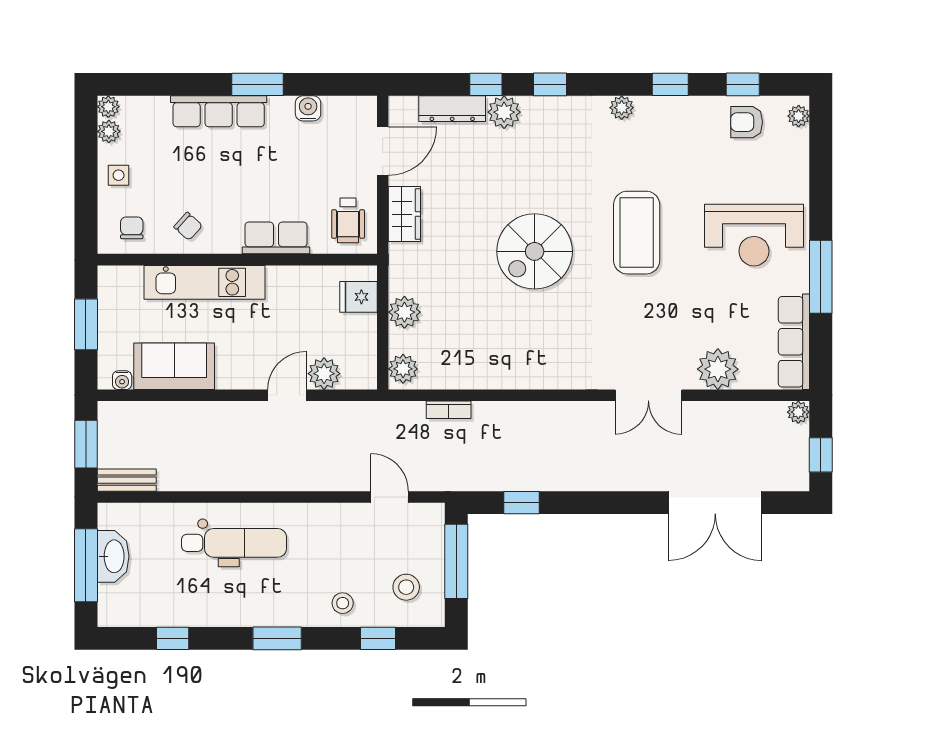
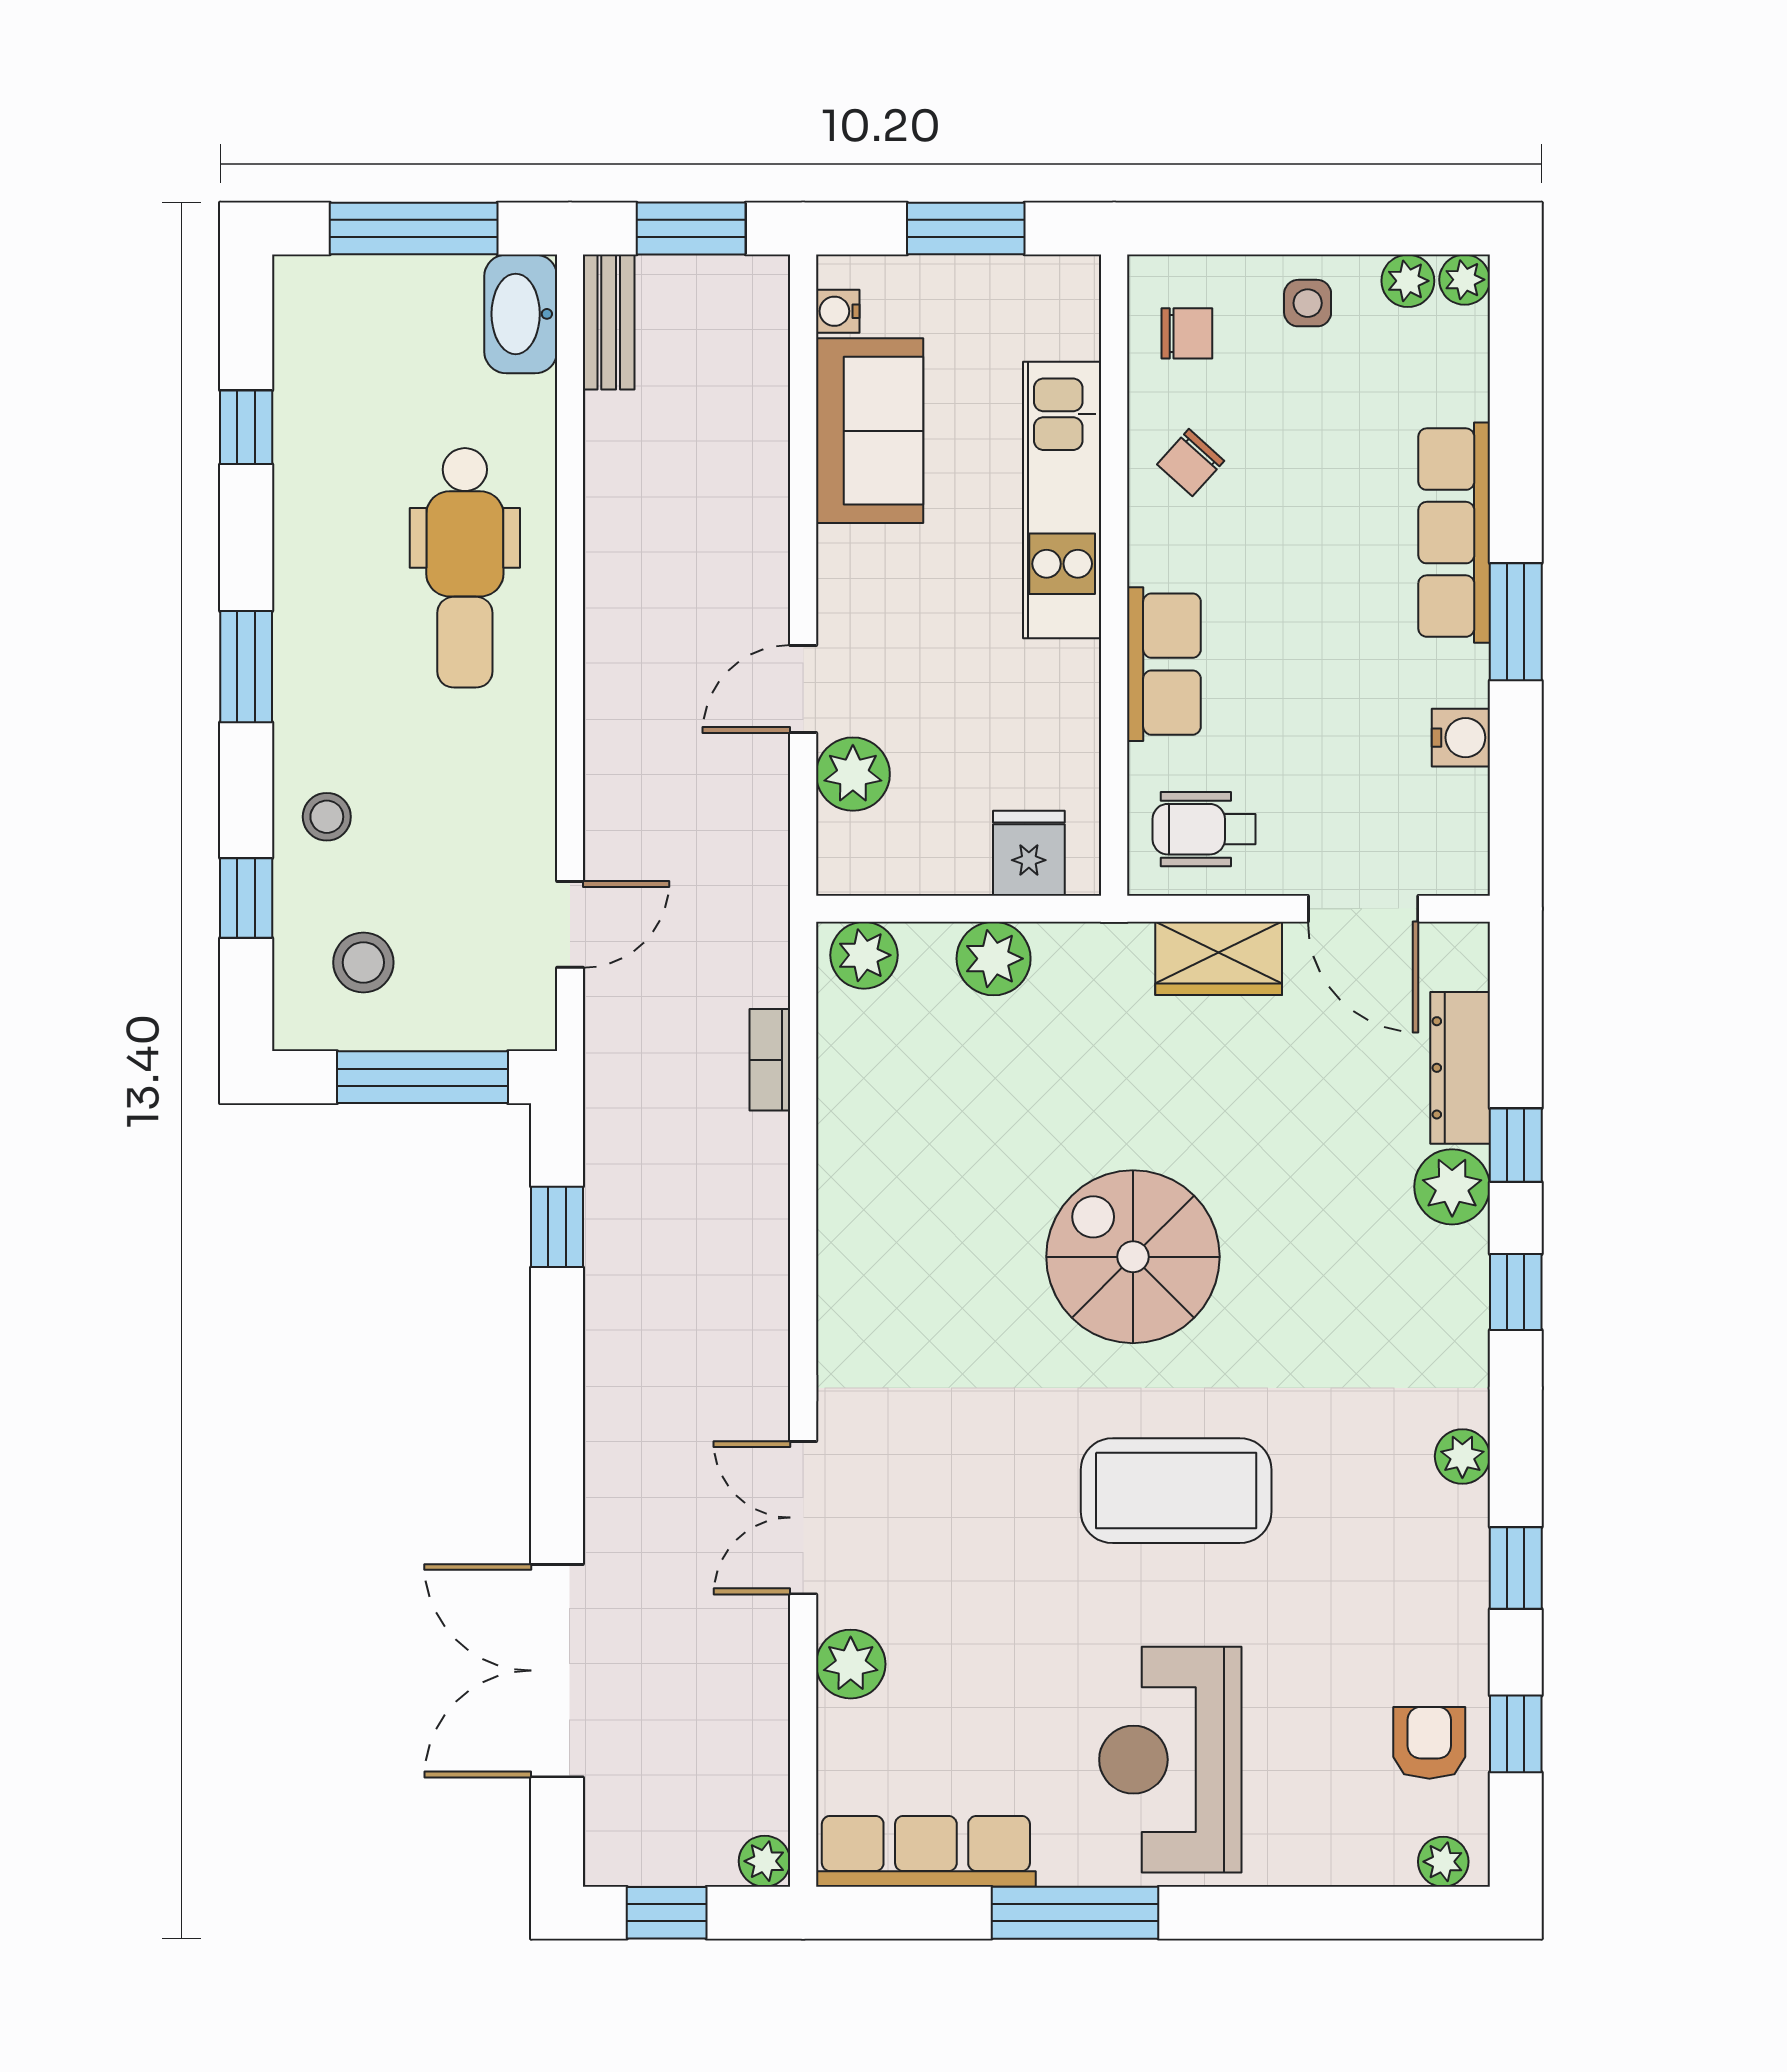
plant: (718, 369) -> (851, 1664), width x0.73, depth x0.73
door: (287, 395) -> (803, 689), swing flipped
washbasin: (113, 556) -> (521, 314), moved, turned 90

